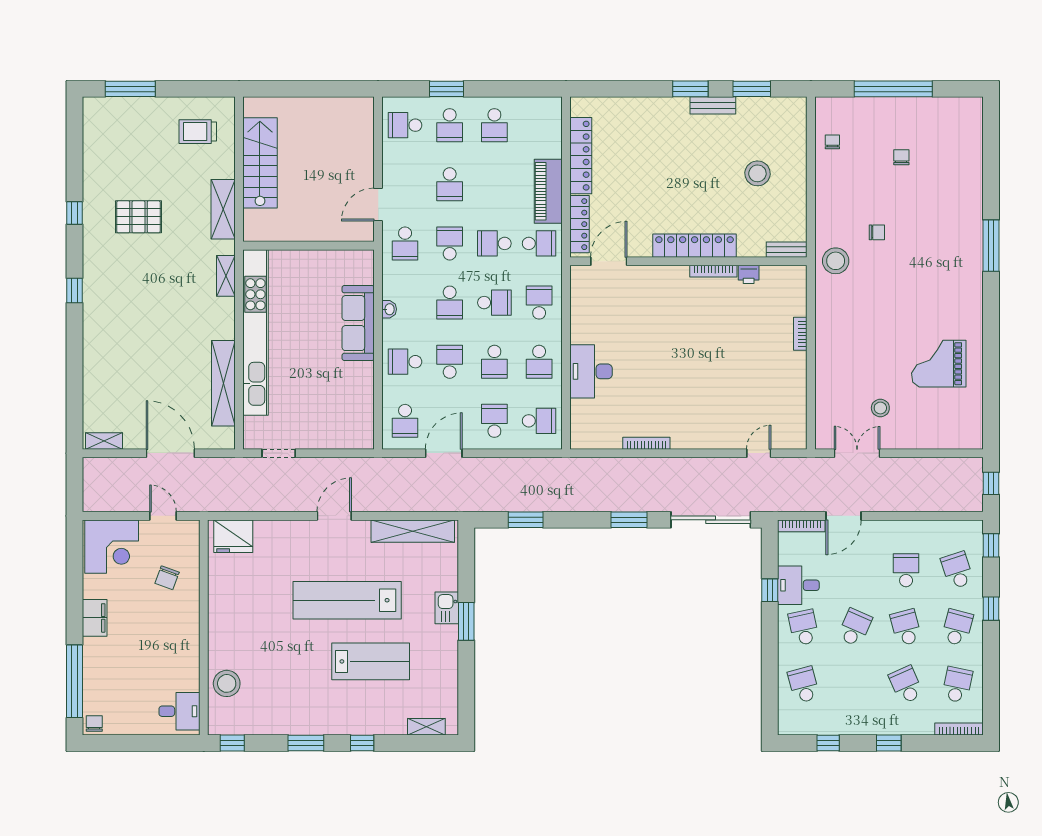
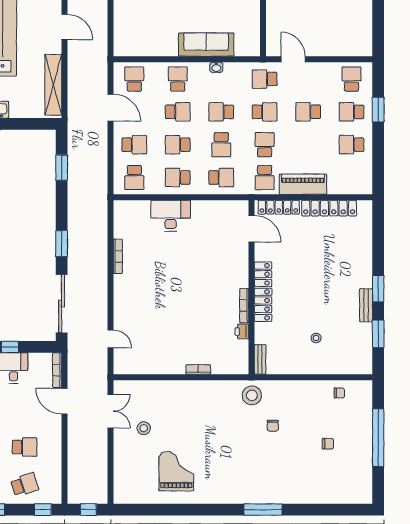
stool: (757, 173) -> (316, 338), width x0.53, depth x0.53
school desk: (405, 421) -> (134, 79), turned 90

